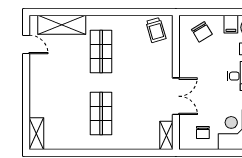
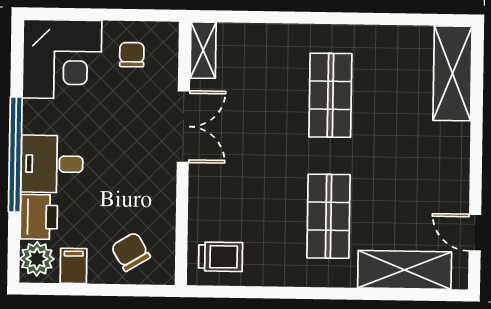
trolley: (156, 30) -> (221, 257), turned 106
double door: (176, 96) -> (183, 127), swing flipped
shelving: (36, 134) -> (452, 73), width x1.50, depth x1.33

